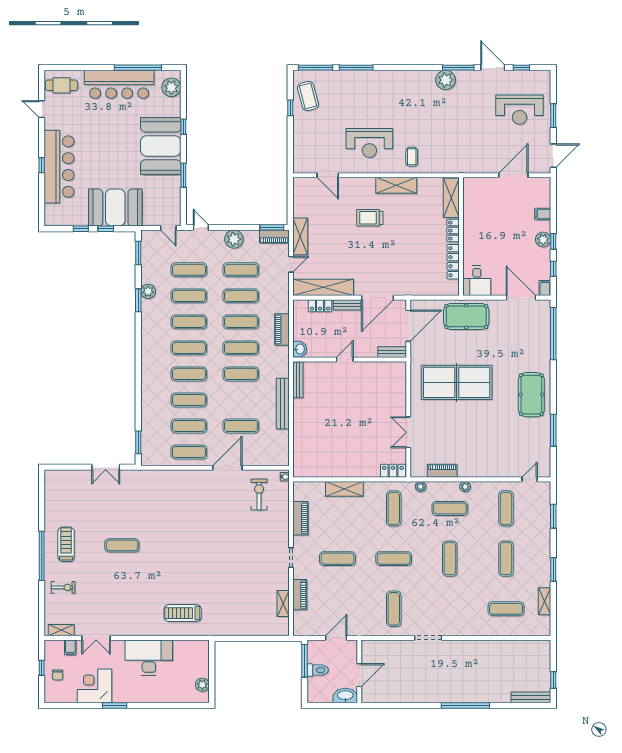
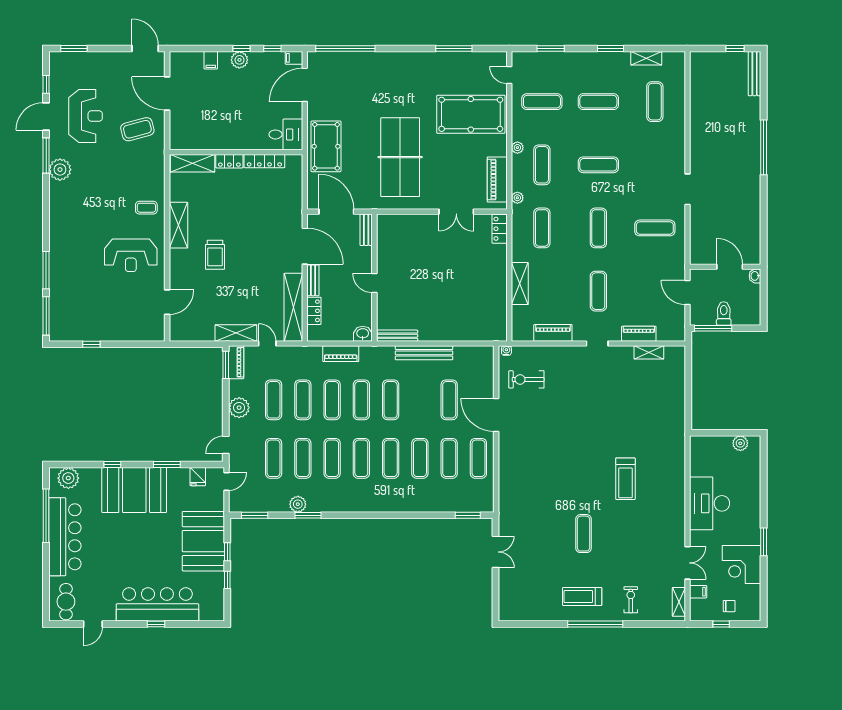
coffee table: (308, 96) -> (137, 129), moved
reception desk: (520, 110) -> (85, 116), moved
window: (553, 116) -> (74, 49), moved
reception desk: (369, 143) -> (131, 255), turned 90
fridge: (173, 202) -> (198, 477), added
pool table: (531, 395) -> (471, 114), moved, width x1.36, depth x1.32
piano: (442, 471) -> (497, 179), width x1.37, depth x1.33
exercise mat: (394, 508) -> (542, 228), turned 90
treadmill: (183, 613) -> (625, 479), moved
washbasin: (345, 696) -> (755, 276), width x0.52, depth x0.69

